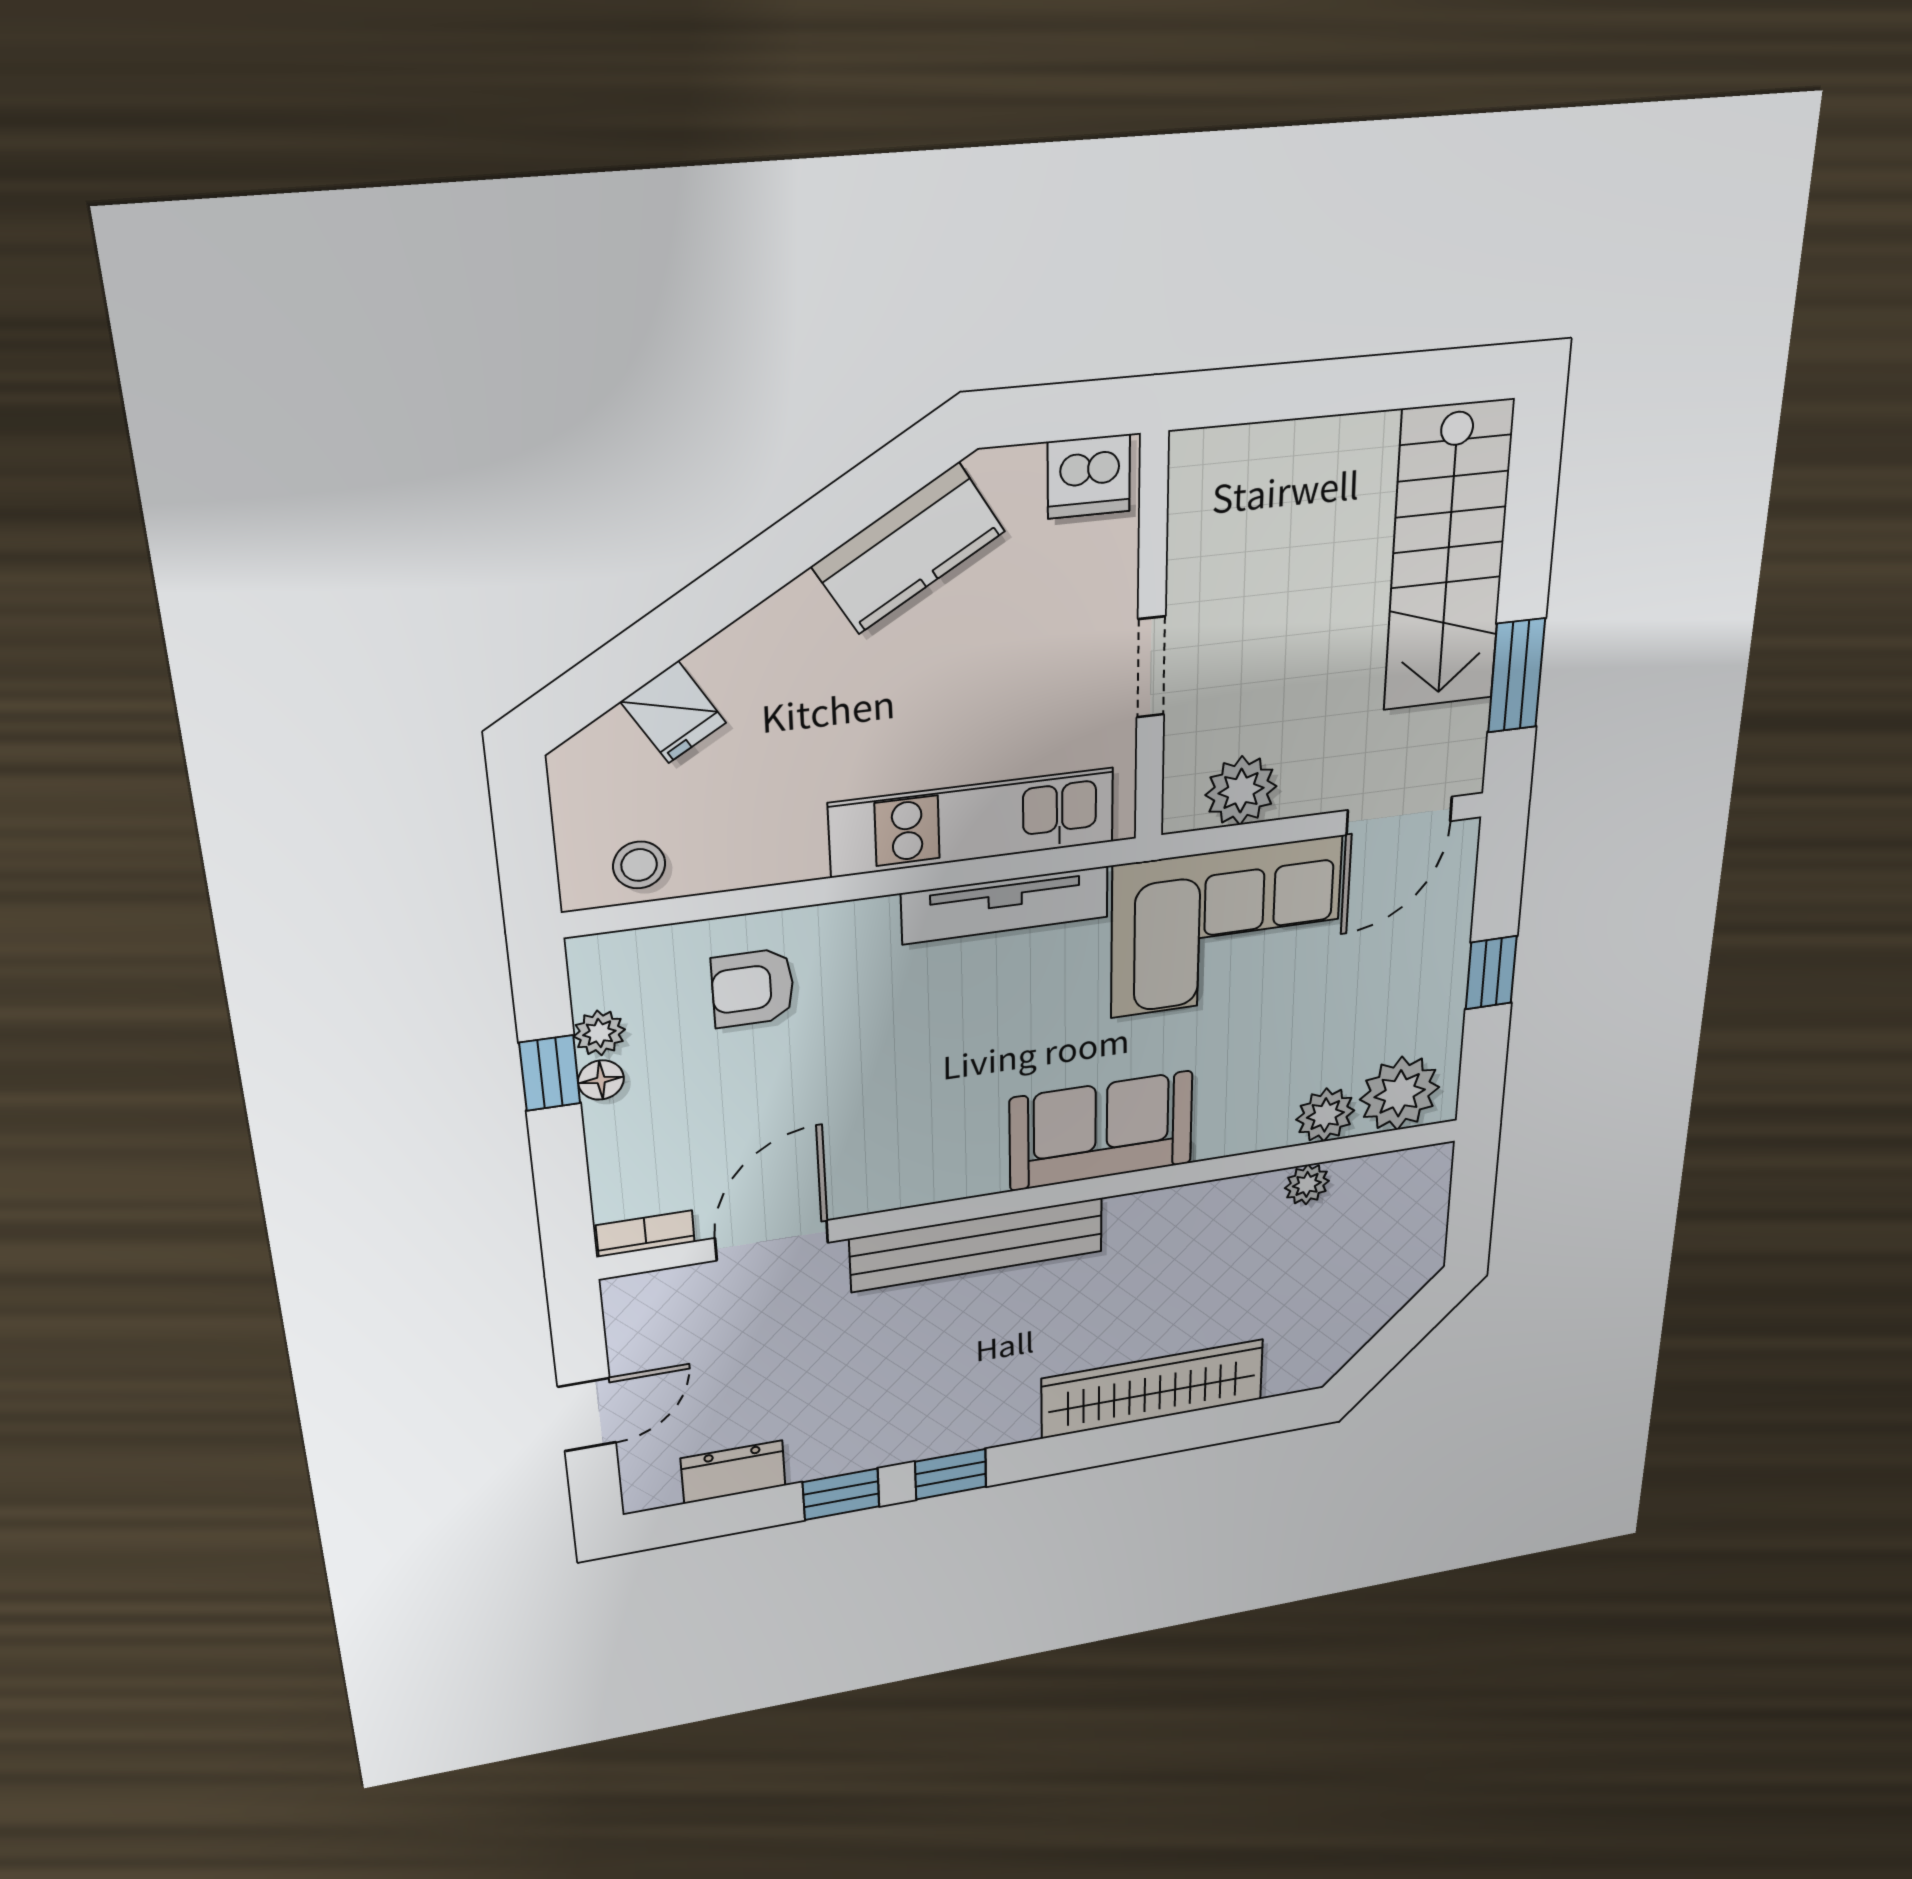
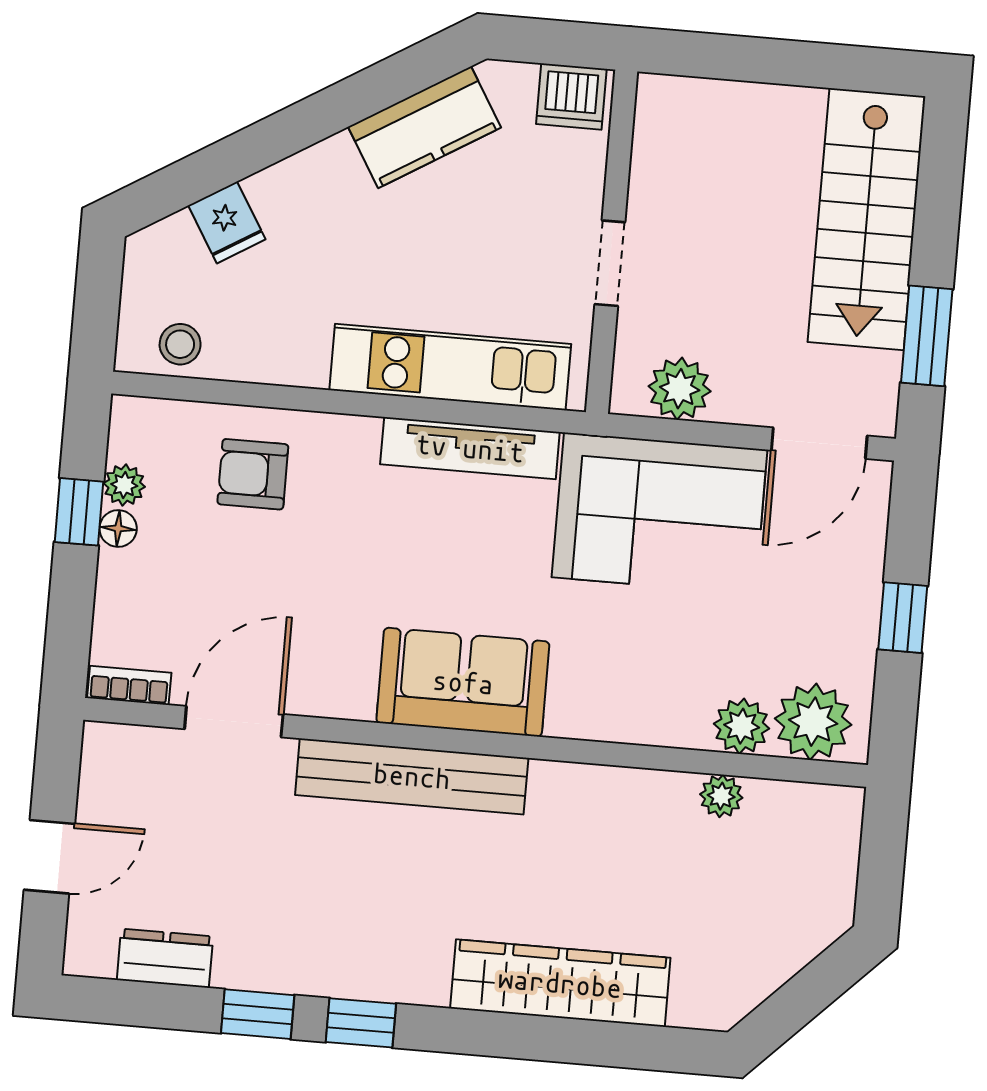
sofa: (1101, 1131) -> (463, 682), moved

